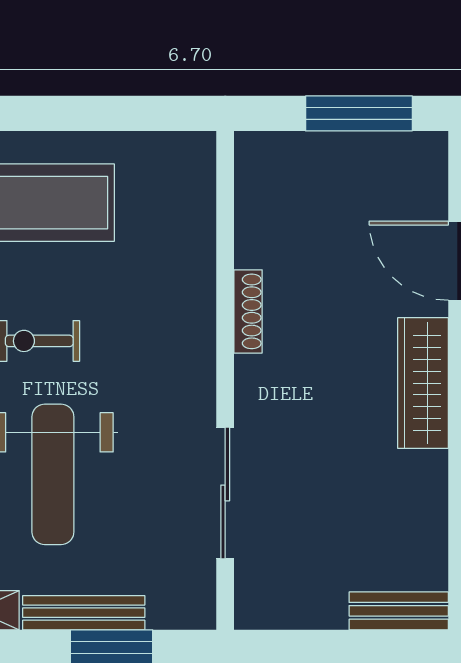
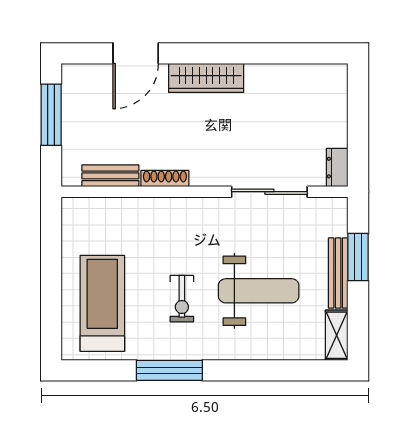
dresser: (267, 611) -> (337, 168), added
bench: (399, 611) -> (110, 176), moved, turned 90

